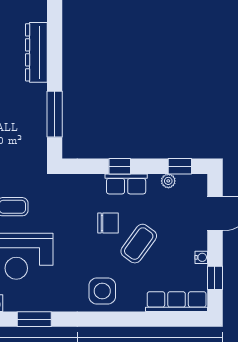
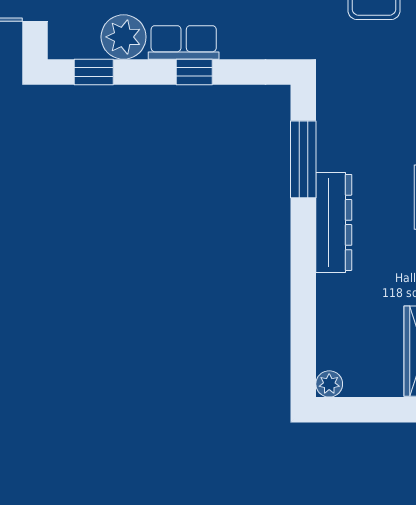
dresser: (36, 52) -> (334, 222), moved
plant: (168, 181) -> (124, 37), width x1.87, depth x1.87

